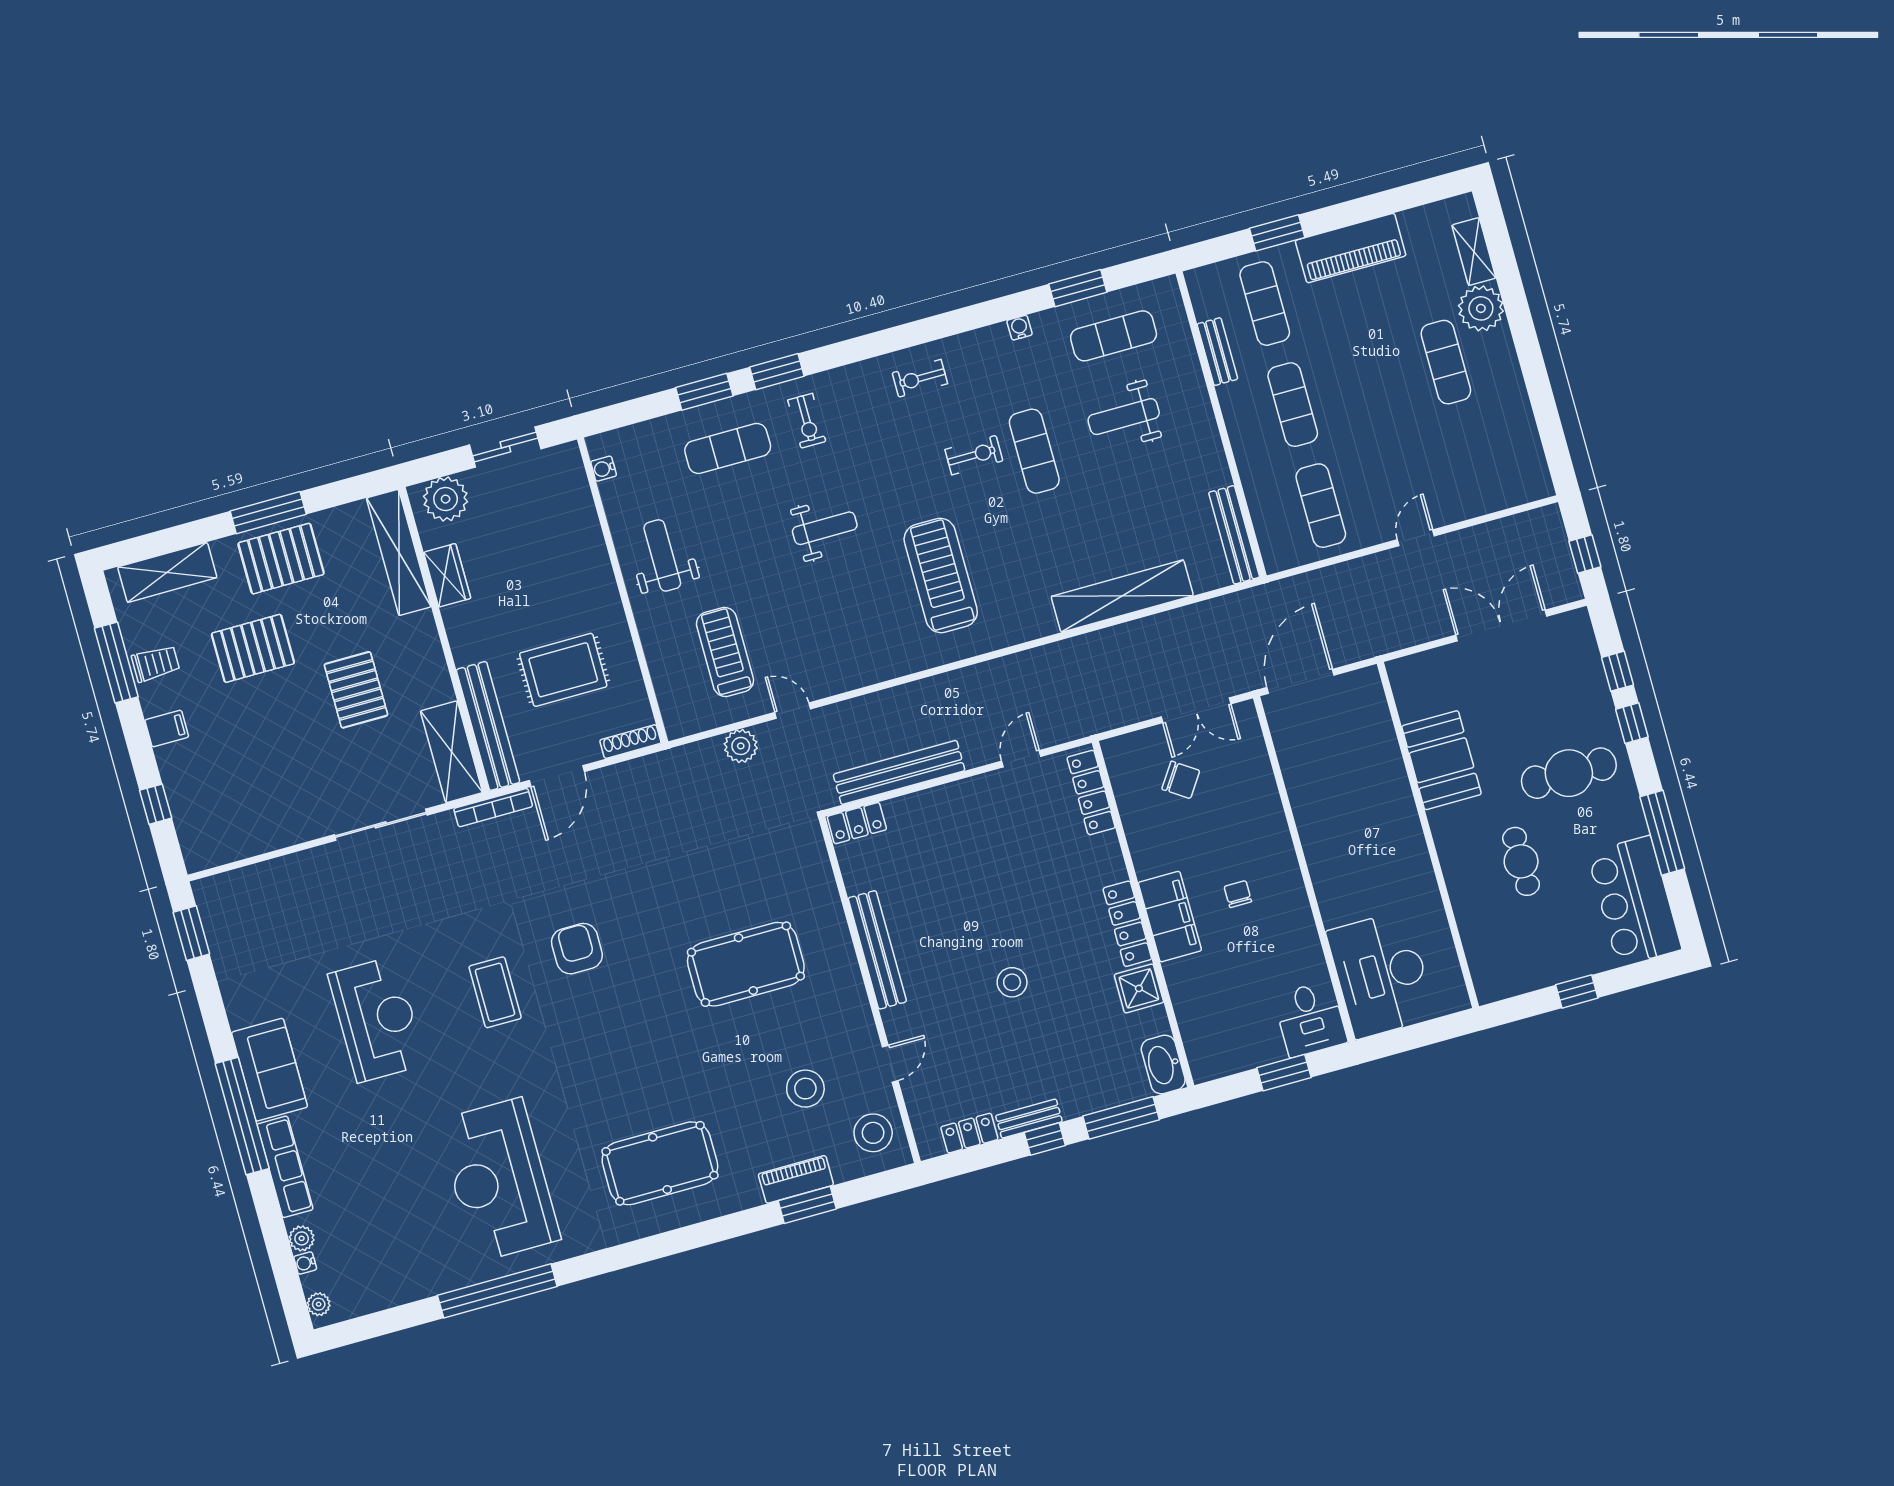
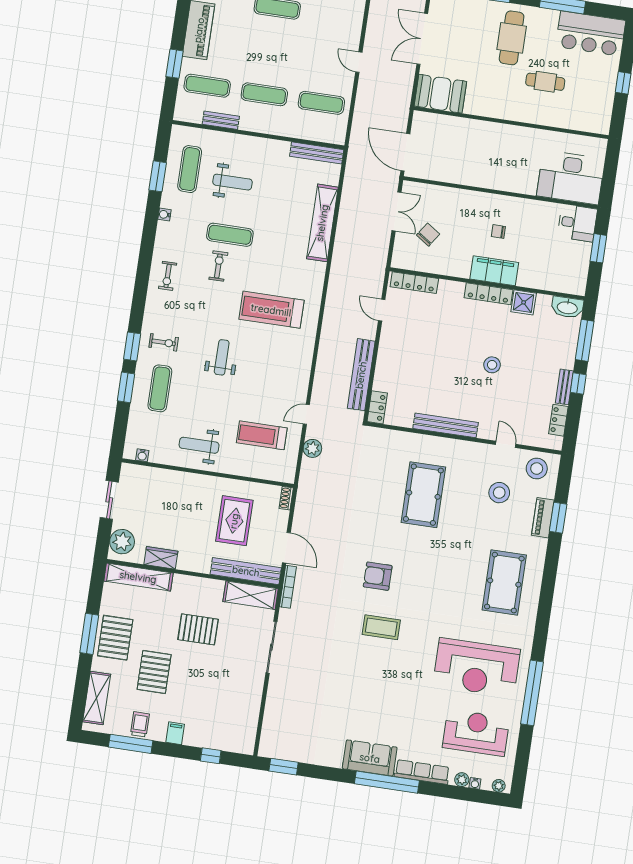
weight bench: (1124, 417) -> (232, 182), turned -90
shoe rack: (630, 742) -> (286, 498), width x0.70
booth: (1441, 760) -> (440, 94), moved
reception desk: (377, 1019) -> (476, 733), moved

